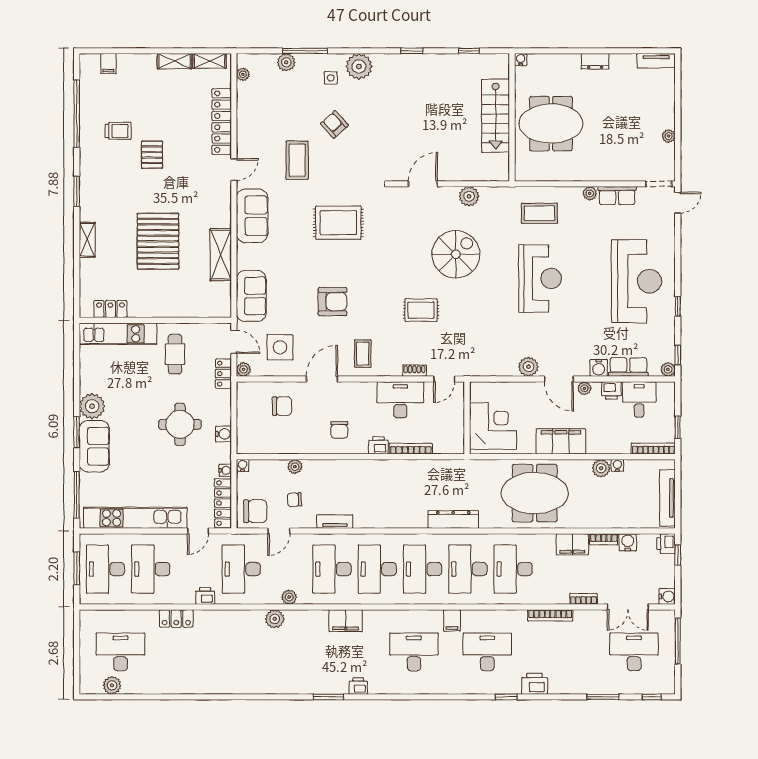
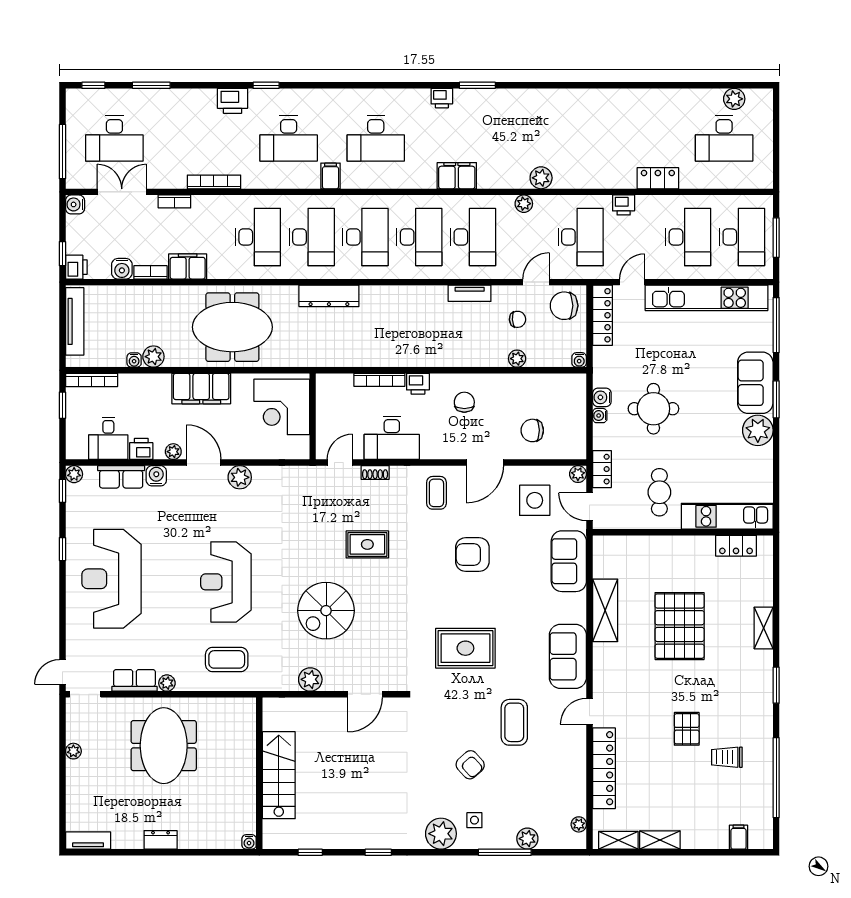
meeting table: (551, 124) -> (164, 746), moved, turned 90
water cooler: (225, 470) -> (600, 416), moved

